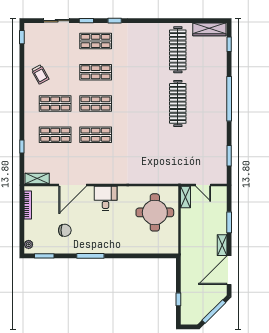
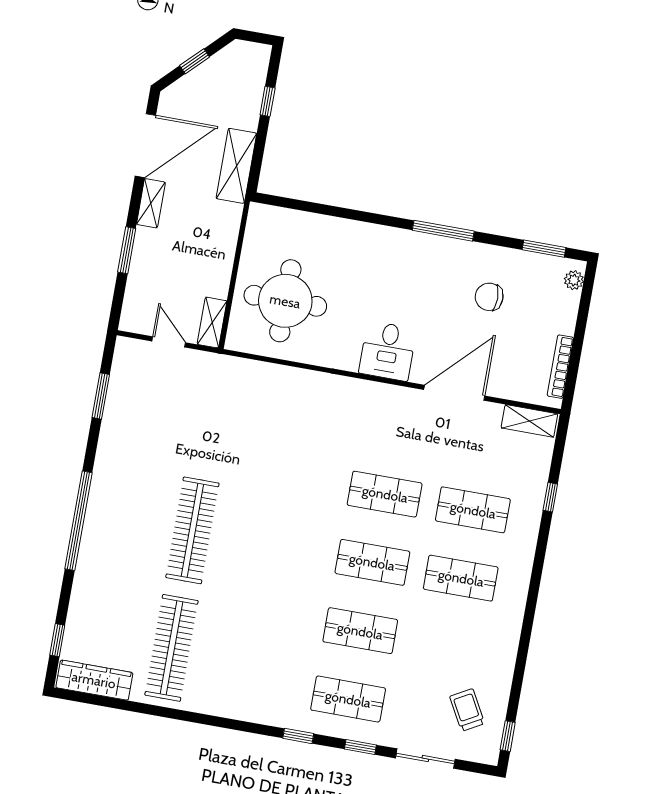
trolley: (40, 74) -> (467, 710), moved
shelving: (187, 268) -> (236, 166), added
window: (214, 311) -> (195, 61), width x0.46

